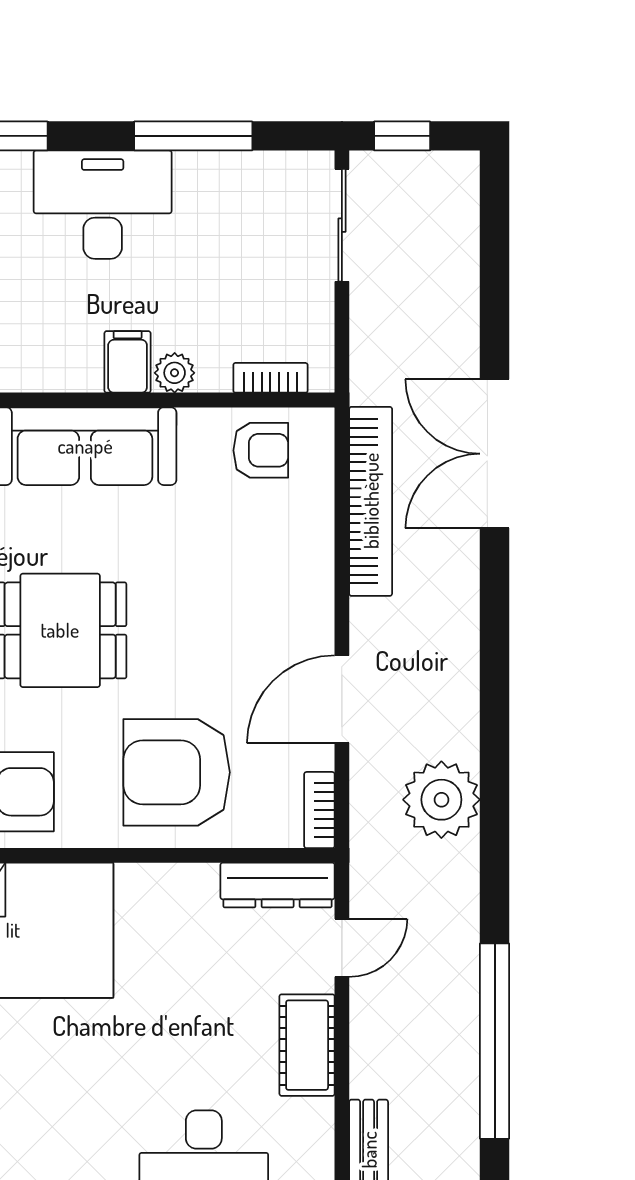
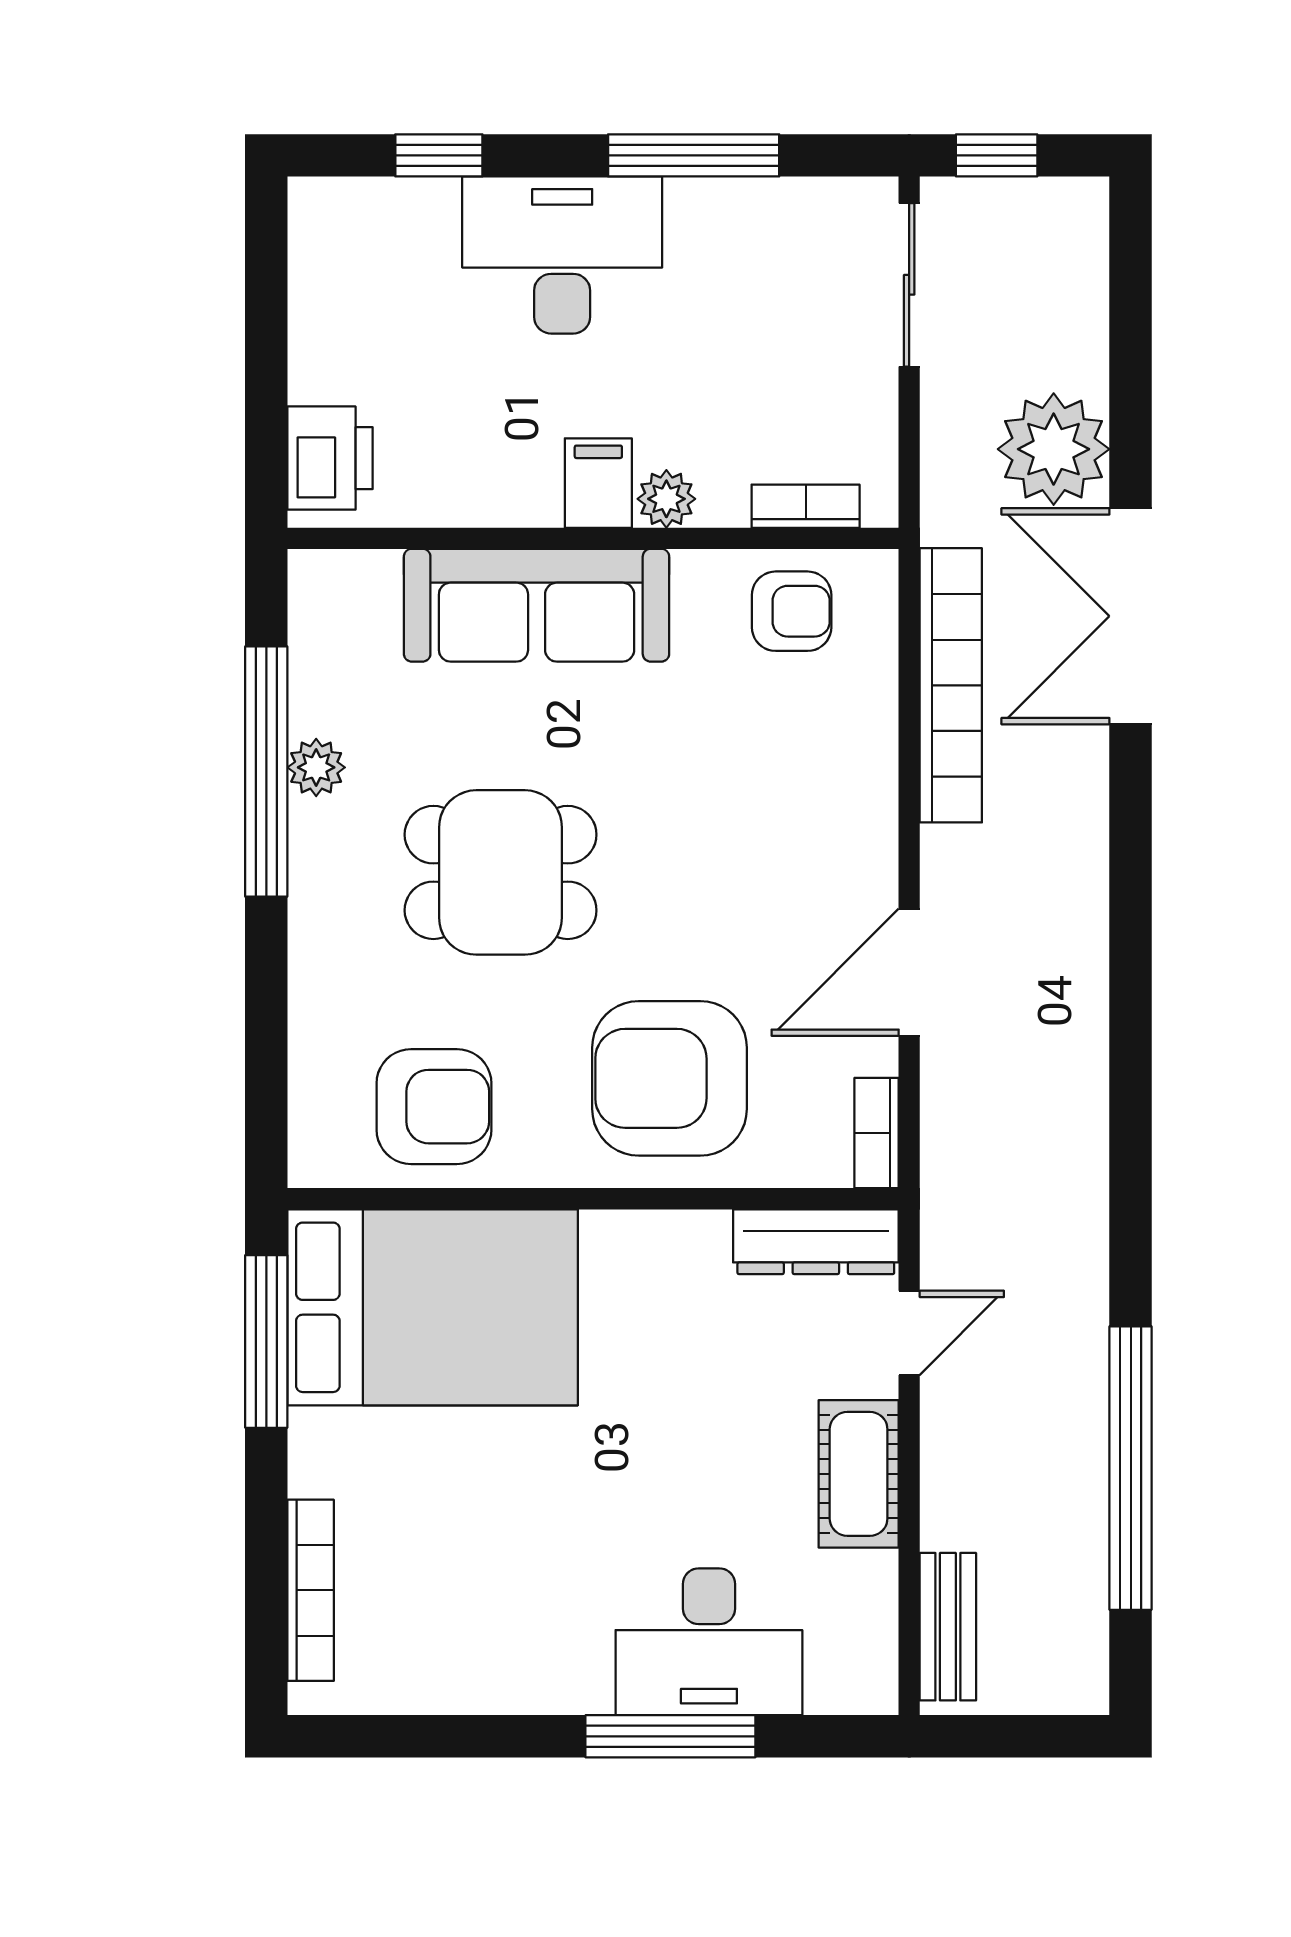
plant: (441, 800) -> (1054, 449), moved

